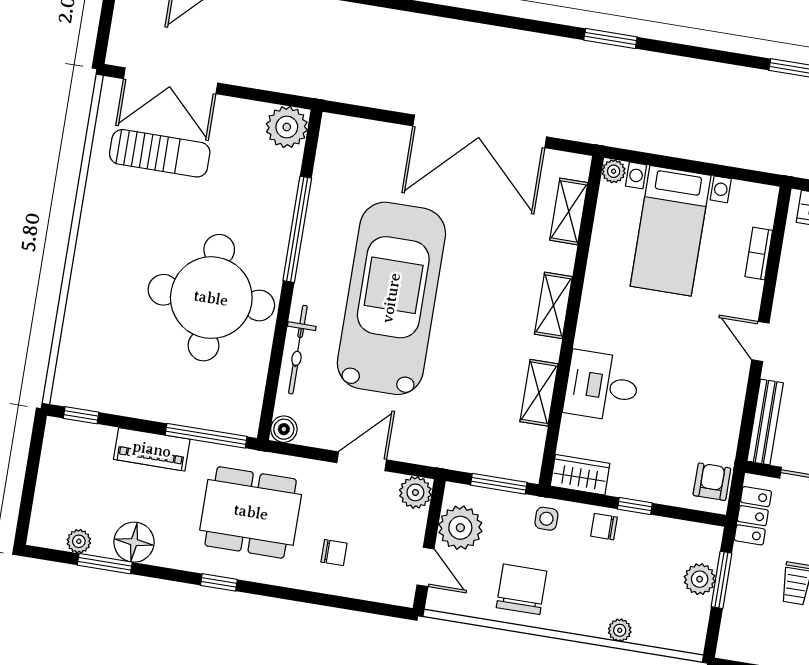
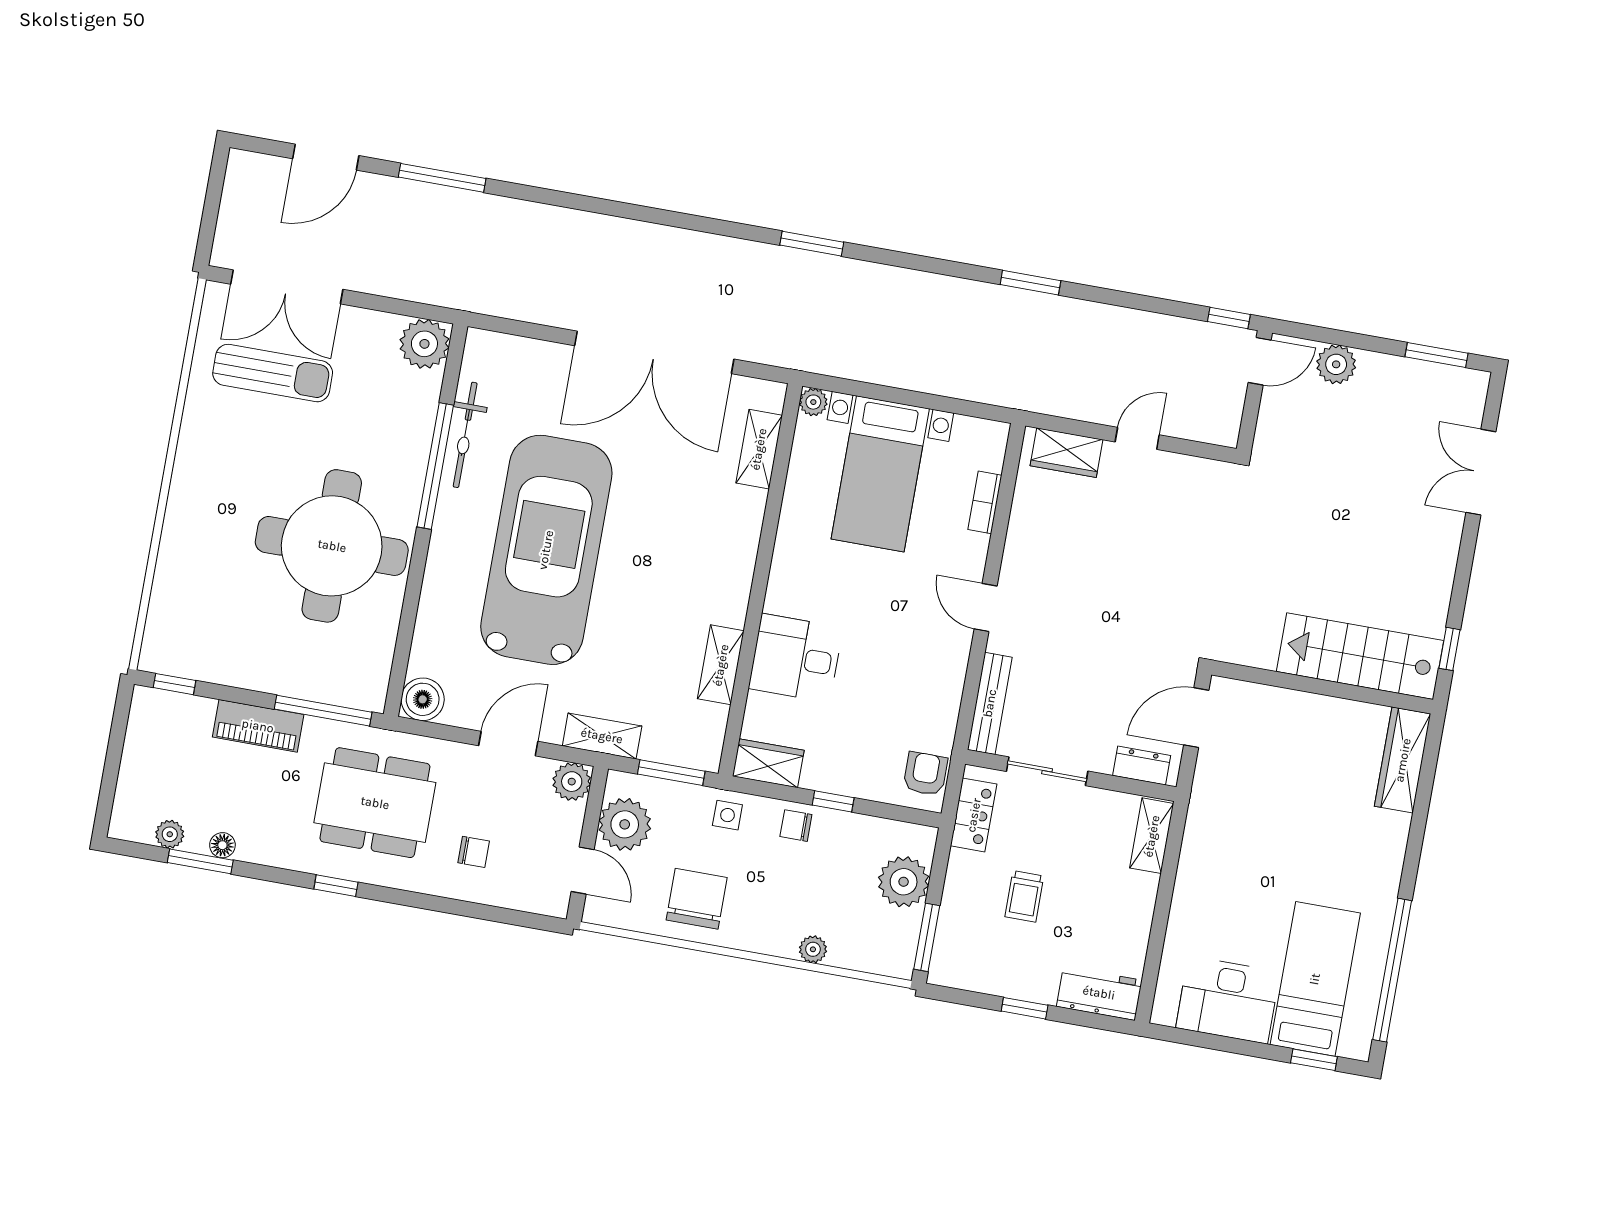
shelving: (553, 305) -> (602, 736), moved, turned 90
bicycle: (298, 350) -> (465, 435), moved
boiler: (284, 429) -> (423, 699), width x1.36, depth x1.36
floor lamp: (134, 542) -> (222, 845), width x0.53, depth x0.53
plant: (700, 579) -> (904, 882), width x1.36, depth x1.36
window: (721, 580) -> (927, 937), moved

